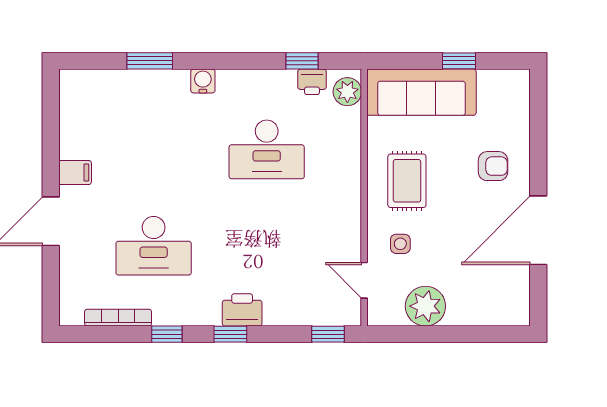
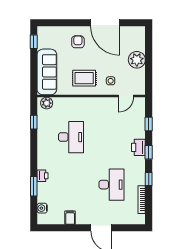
window: (459, 61) -> (34, 42), moved
water cooler: (203, 81) -> (42, 208), moved
printer: (312, 82) -> (42, 176), moved
filing cabinet: (75, 172) -> (70, 218), moved
plant: (425, 306) -> (137, 60), moved
window: (328, 334) -> (149, 124), moved

